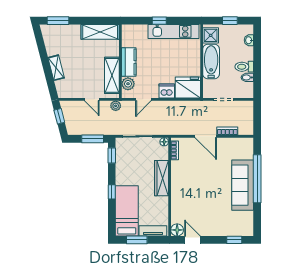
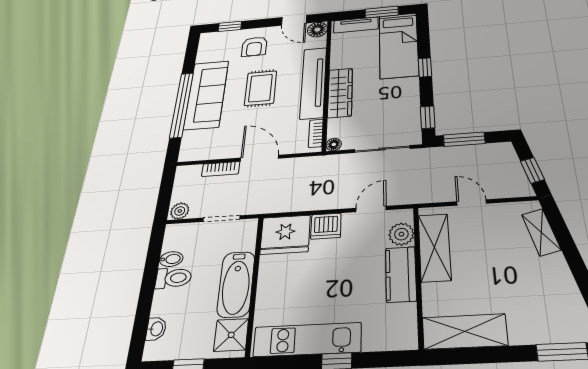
shelving: (56, 68) -> (541, 232), moved
plant: (116, 106) -> (180, 211), moved
tv unit: (178, 187) -> (313, 83), added
rug: (210, 187) -> (261, 88), added
armchair: (217, 220) -> (254, 47), added

